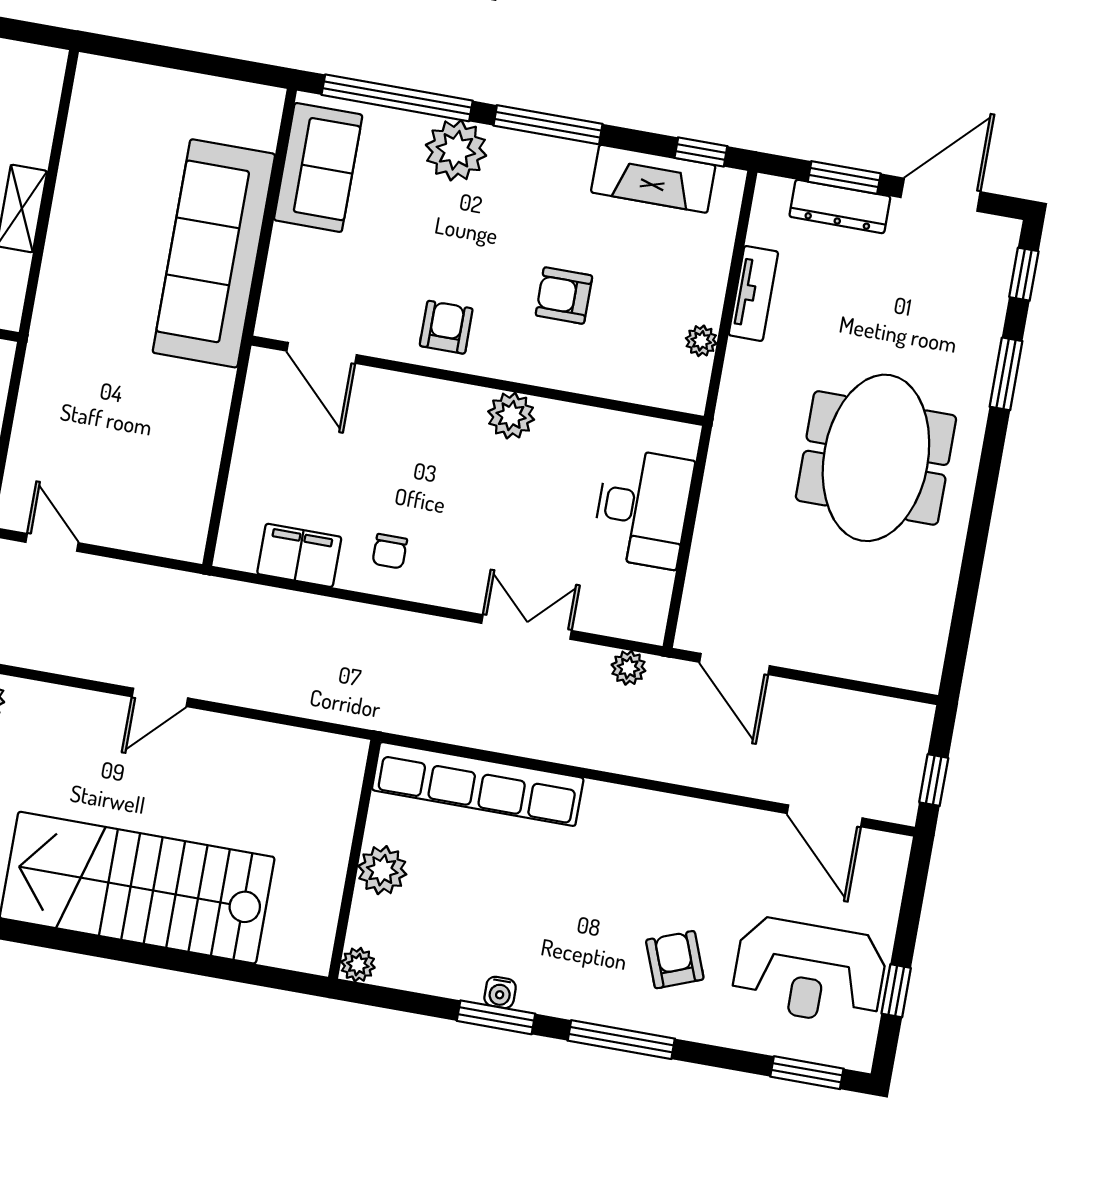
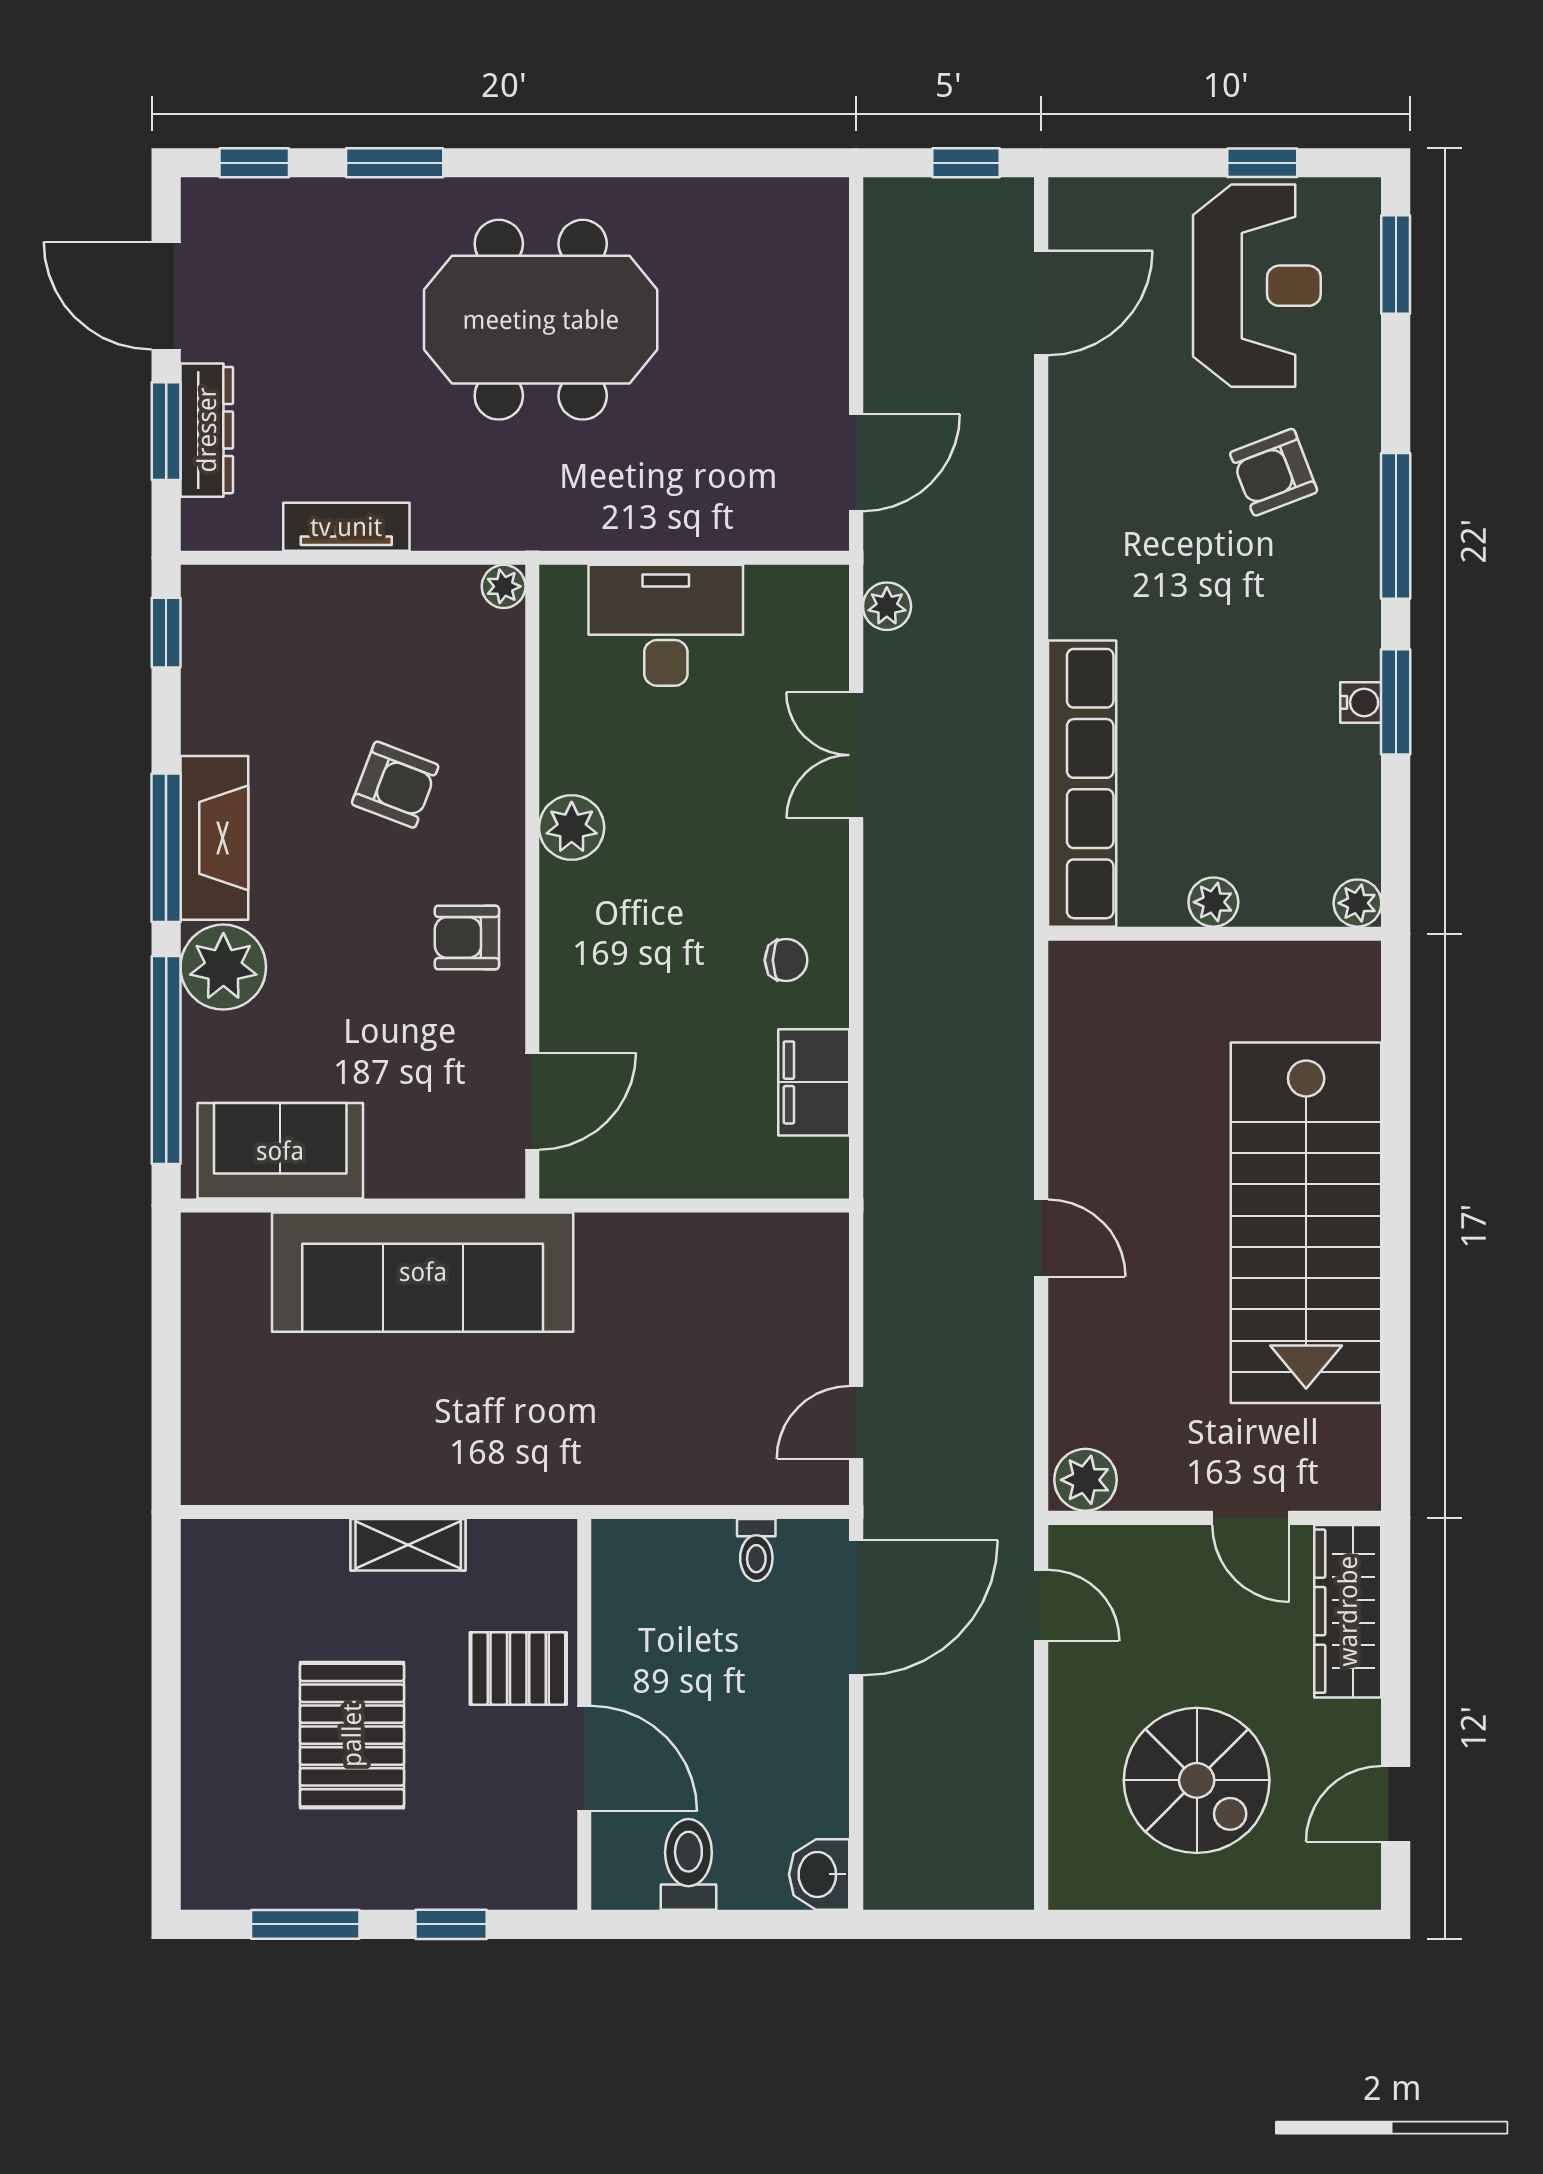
fireplace: (653, 179) -> (214, 838), moved
armchair: (564, 296) -> (395, 785), turned -69
plant: (701, 341) -> (504, 586), moved
plant: (382, 870) -> (1213, 902), width x0.73, depth x0.73

